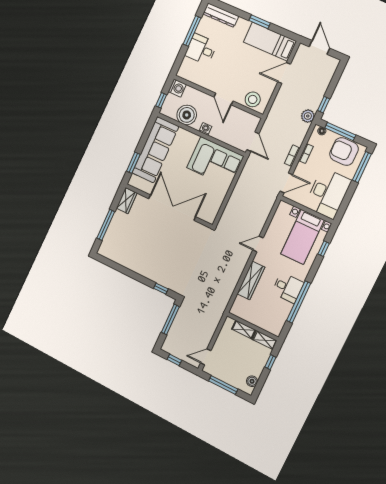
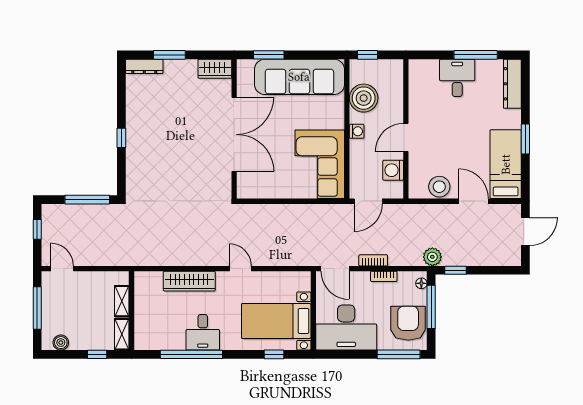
washing machine: (177, 88) -> (393, 170), moved, turned 90
stool: (253, 99) -> (439, 187), moved
window: (106, 225) -> (169, 55), width x0.69
dresser: (106, 244) -> (144, 66), added
window: (161, 289) -> (121, 138), moved

